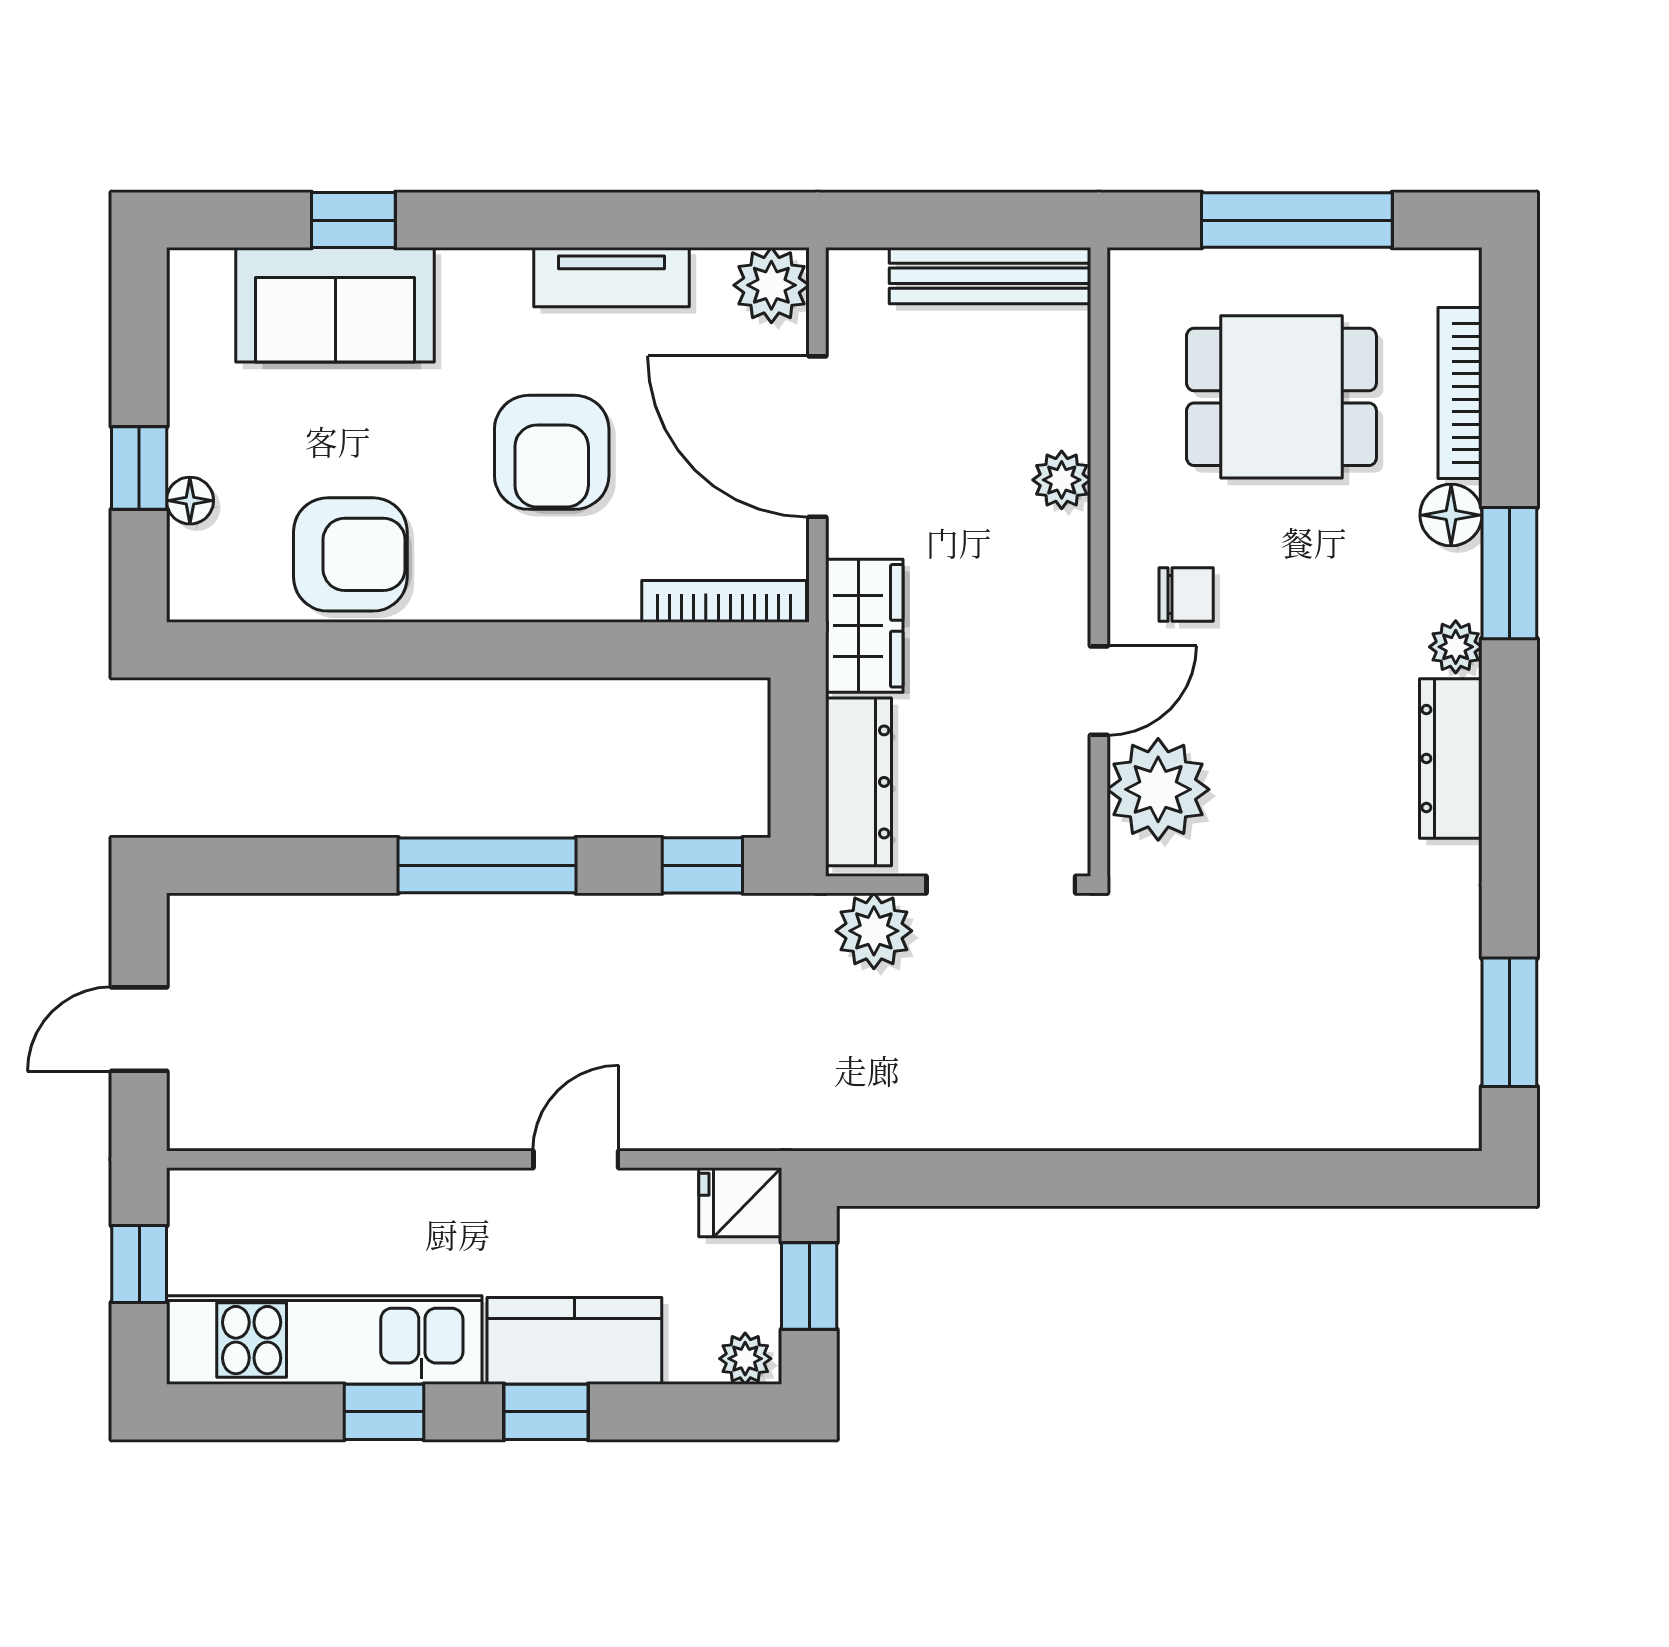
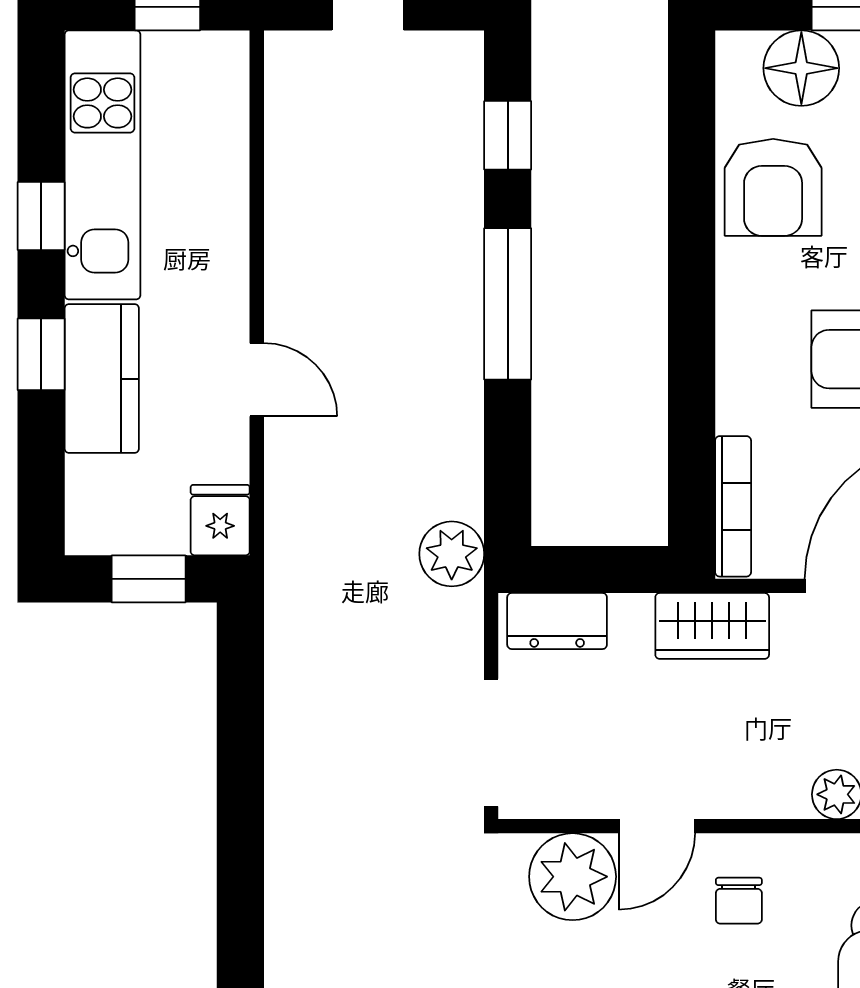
floor lamp: (190, 501) -> (801, 68), width x1.89, depth x1.89
door: (1099, 691) -> (657, 826), hinge flipped
dresser: (858, 782) -> (557, 621), width x0.70
window: (702, 865) -> (508, 135), moved
plant: (874, 931) -> (452, 554), moved
plant: (745, 1359) -> (87, 524), removed

